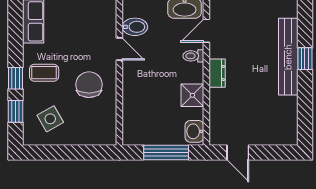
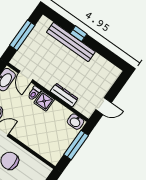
dresser: (217, 73) -> (64, 95), moved, width x1.44
shower: (192, 95) -> (44, 101), moved

